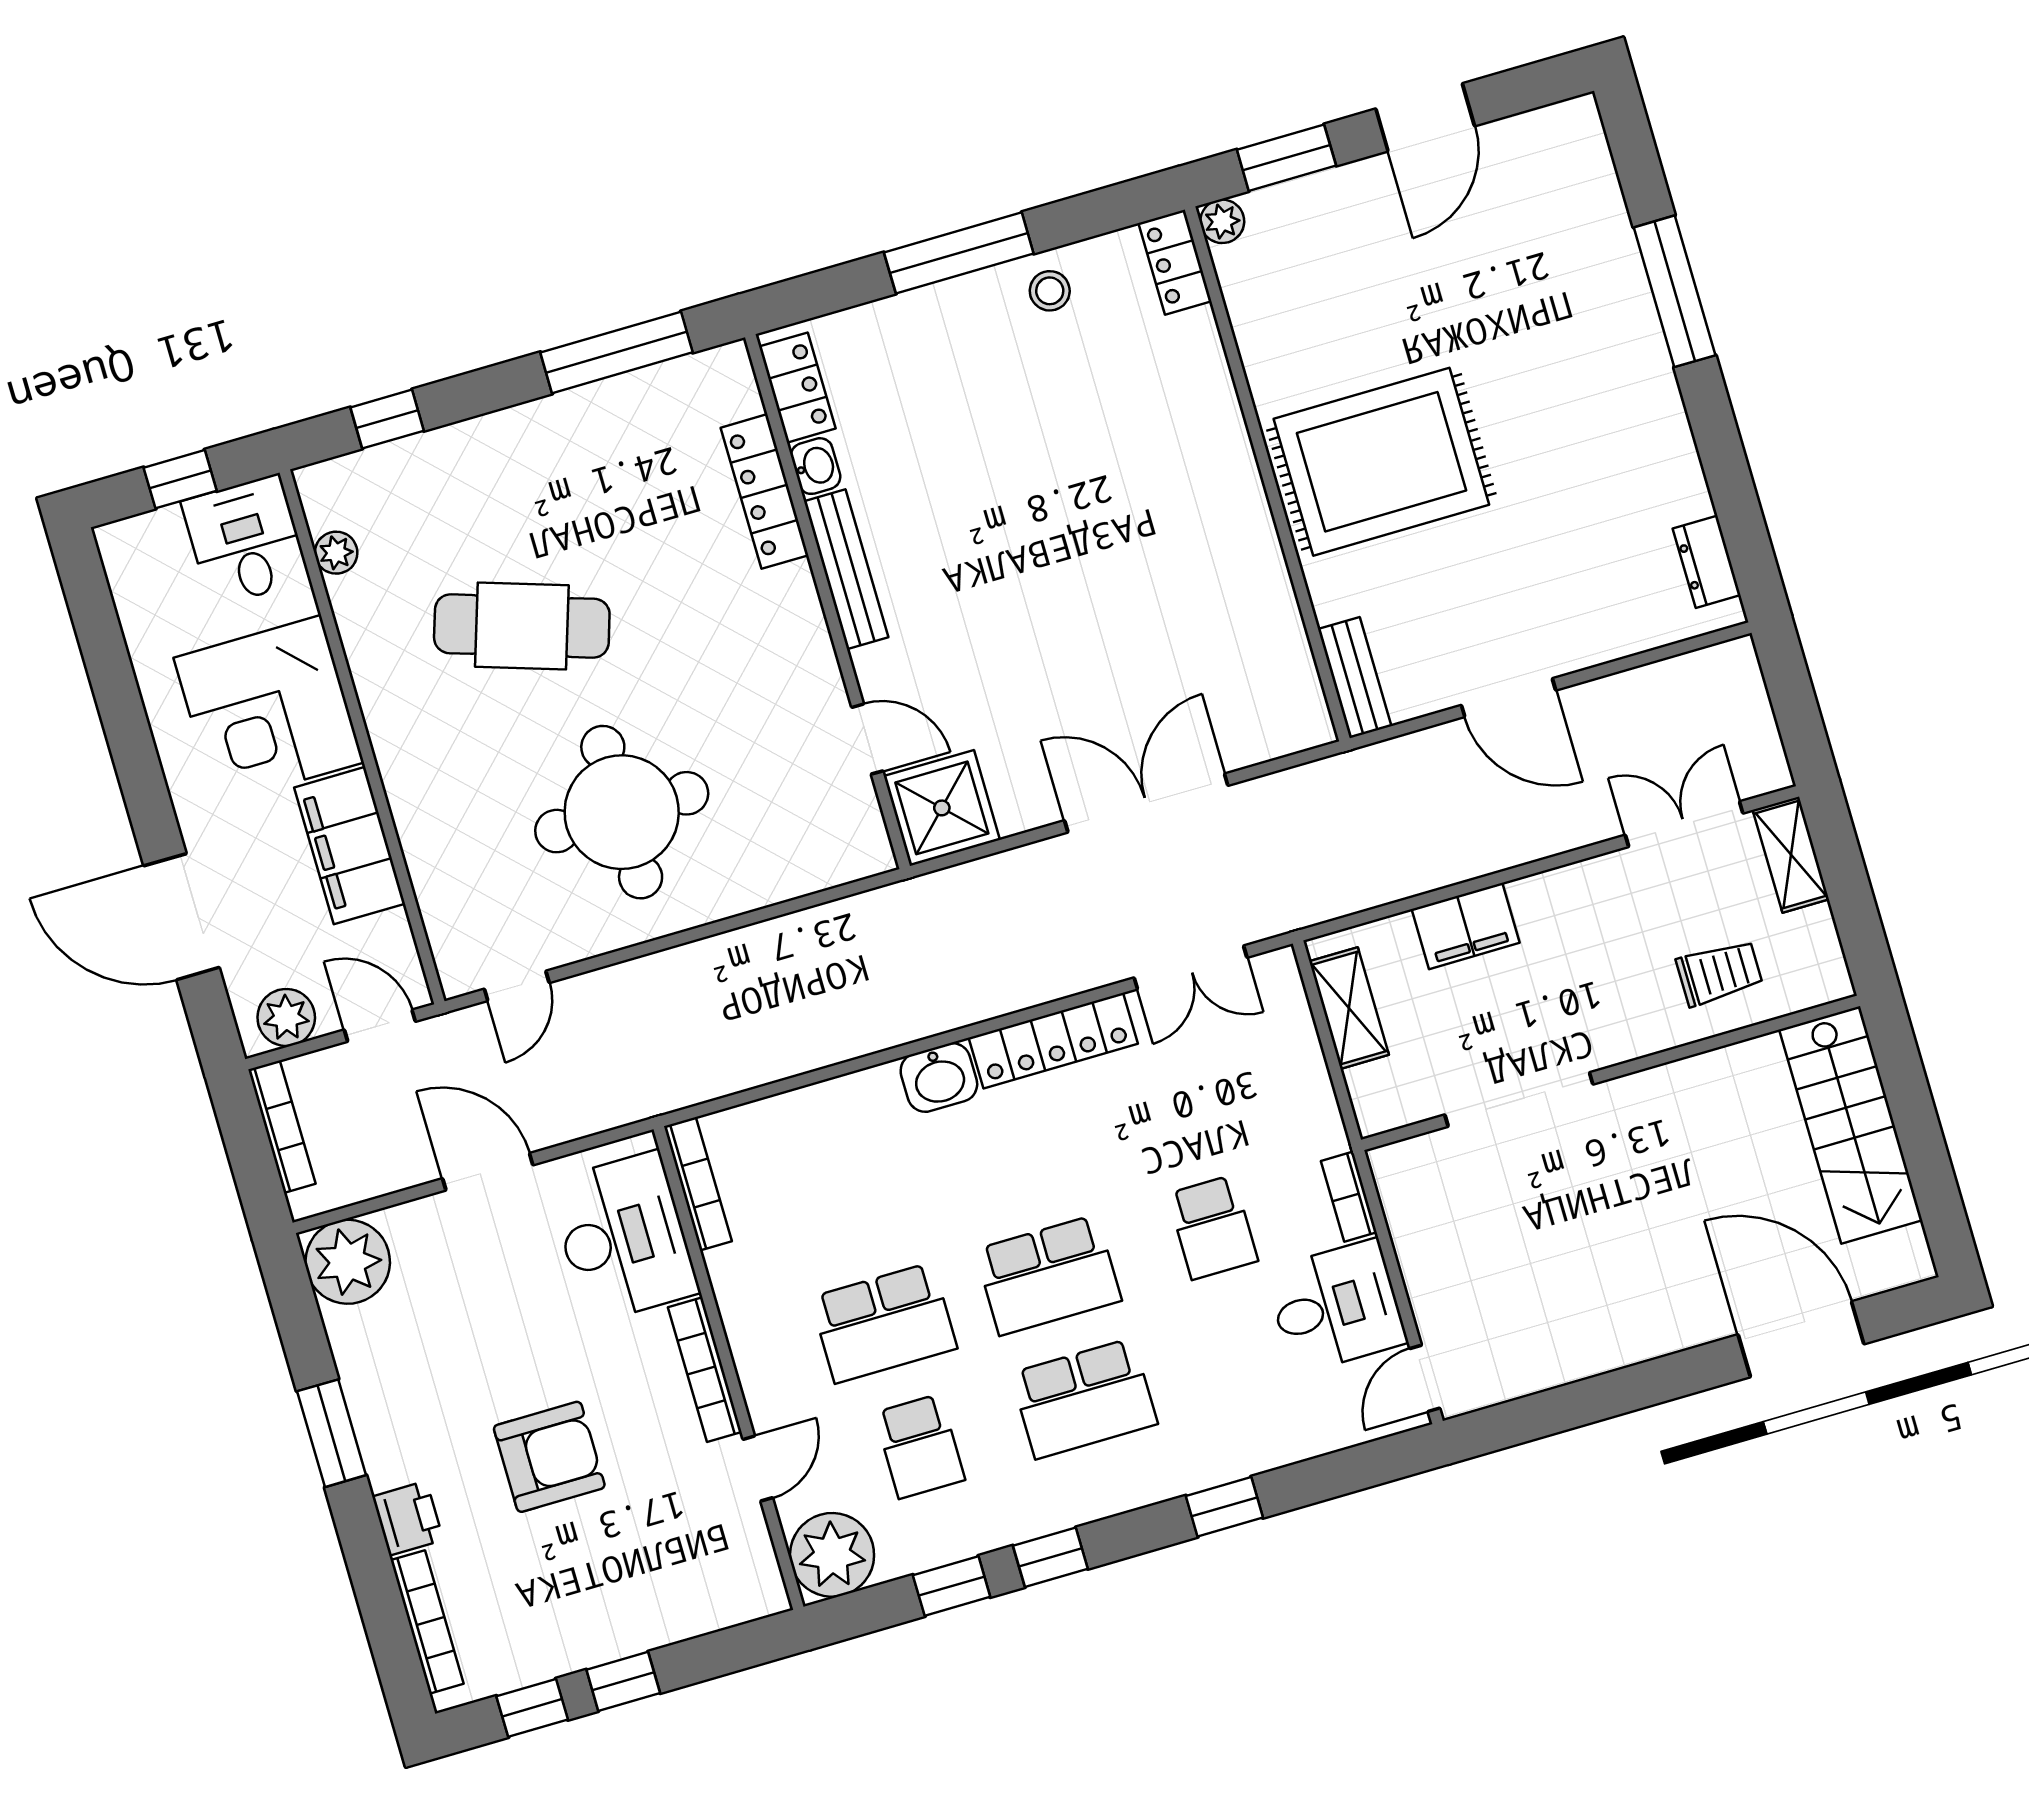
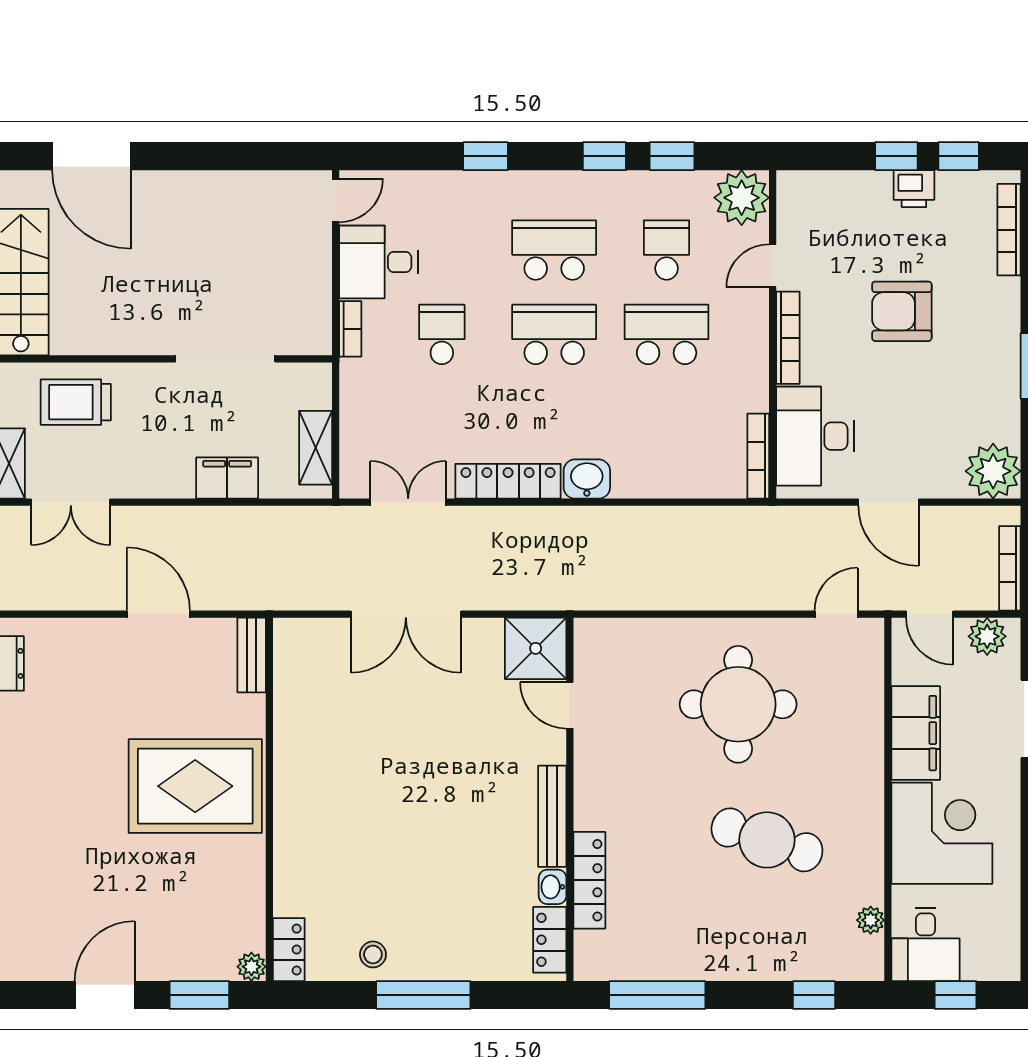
trolley: (1719, 973) -> (76, 402), width x1.36, depth x1.39
printer: (408, 1518) -> (914, 189), moved, turned -90

